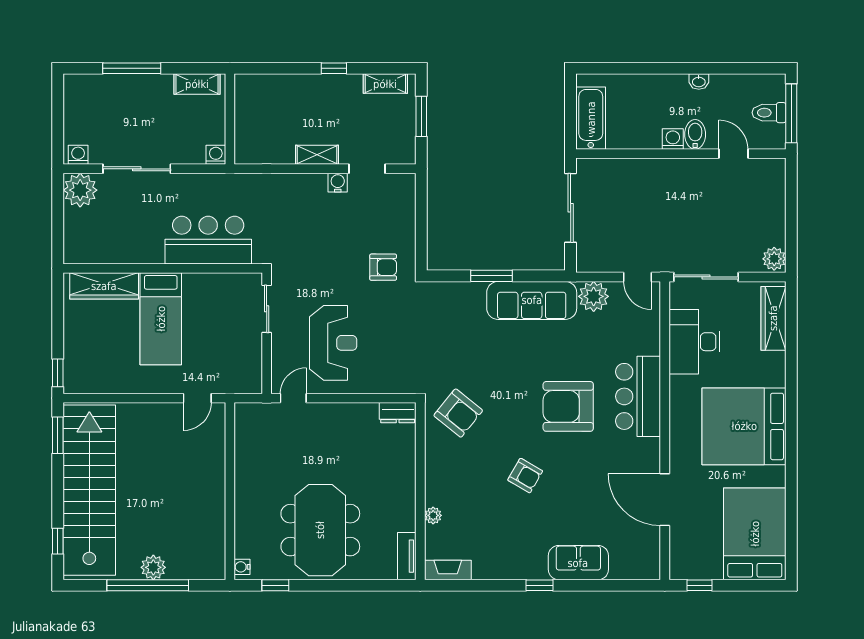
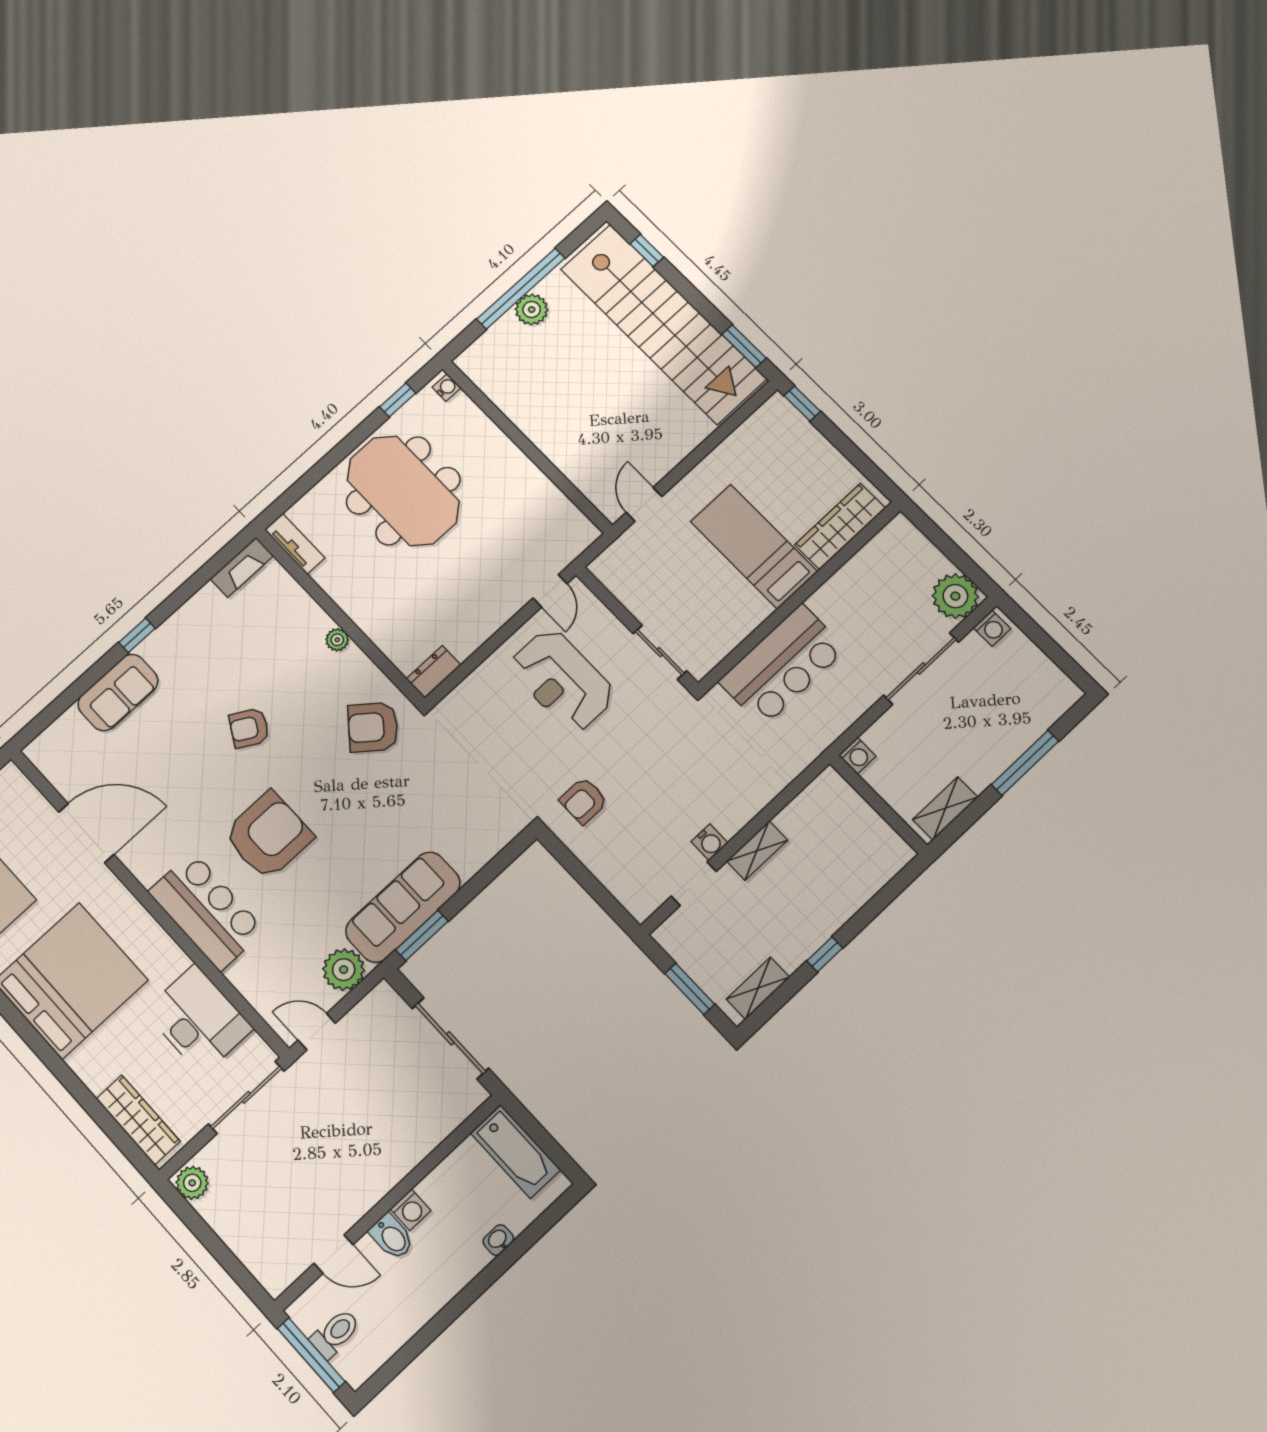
washbasin: (699, 82) -> (498, 1240), moved
window: (491, 276) -> (422, 935), moved
plant: (433, 515) -> (337, 640), moved

